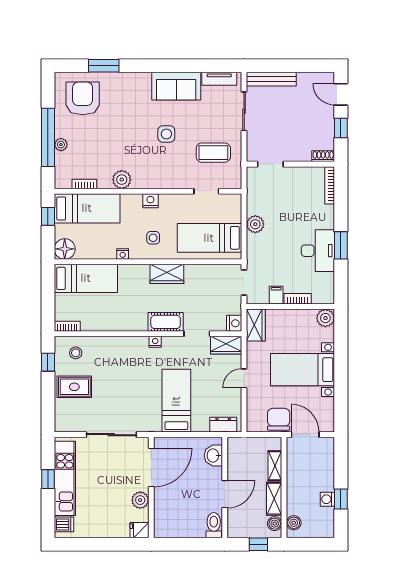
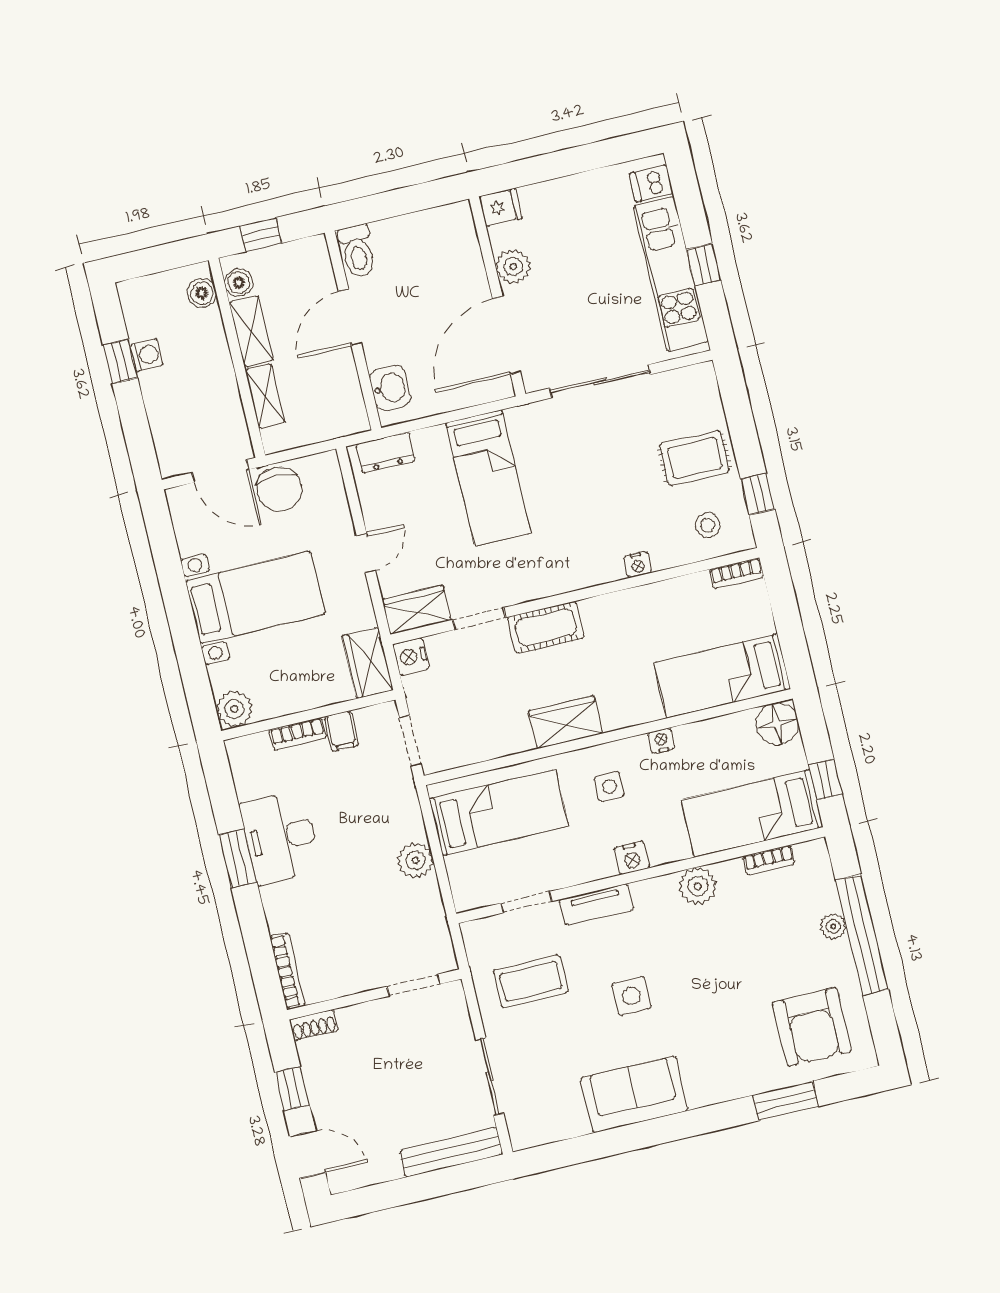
tv unit: (219, 79) -> (596, 904), moved, turned 180
nightstand: (155, 342) -> (638, 564), moved

